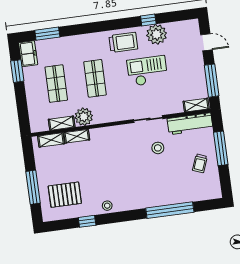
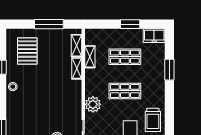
window: (47, 34) -> (169, 70), moved
window: (17, 71) -> (130, 24), moved
plant: (84, 117) -> (93, 104), moved
window: (33, 187) -> (49, 24), moved

